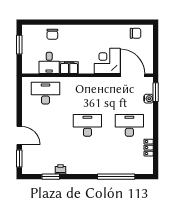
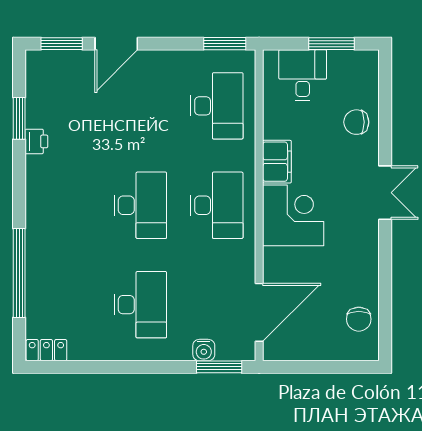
double door: (82, 22) -> (385, 193), added
corner desk: (107, 61) -> (293, 215), moved
desk: (49, 63) -> (303, 75), moved, turned 90
window: (19, 90) -> (225, 44), added
desk: (87, 93) -> (217, 205), added
locker: (149, 148) -> (46, 350), moved

